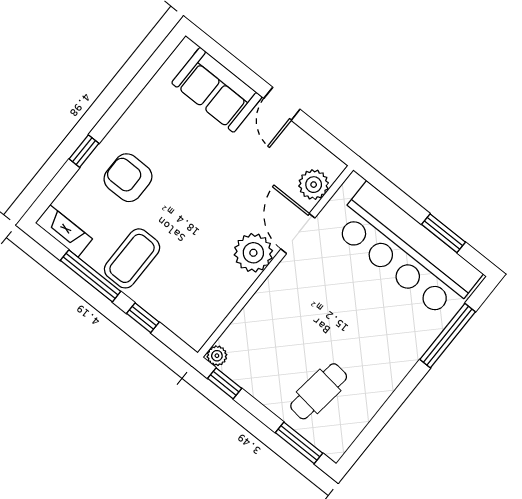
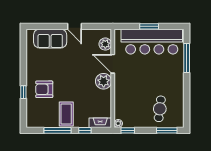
fireplace: (64, 231) -> (100, 123), moved
window: (443, 233) -> (149, 26), moved

